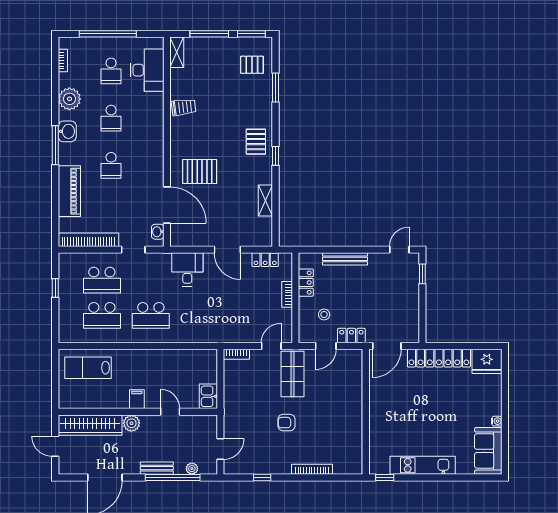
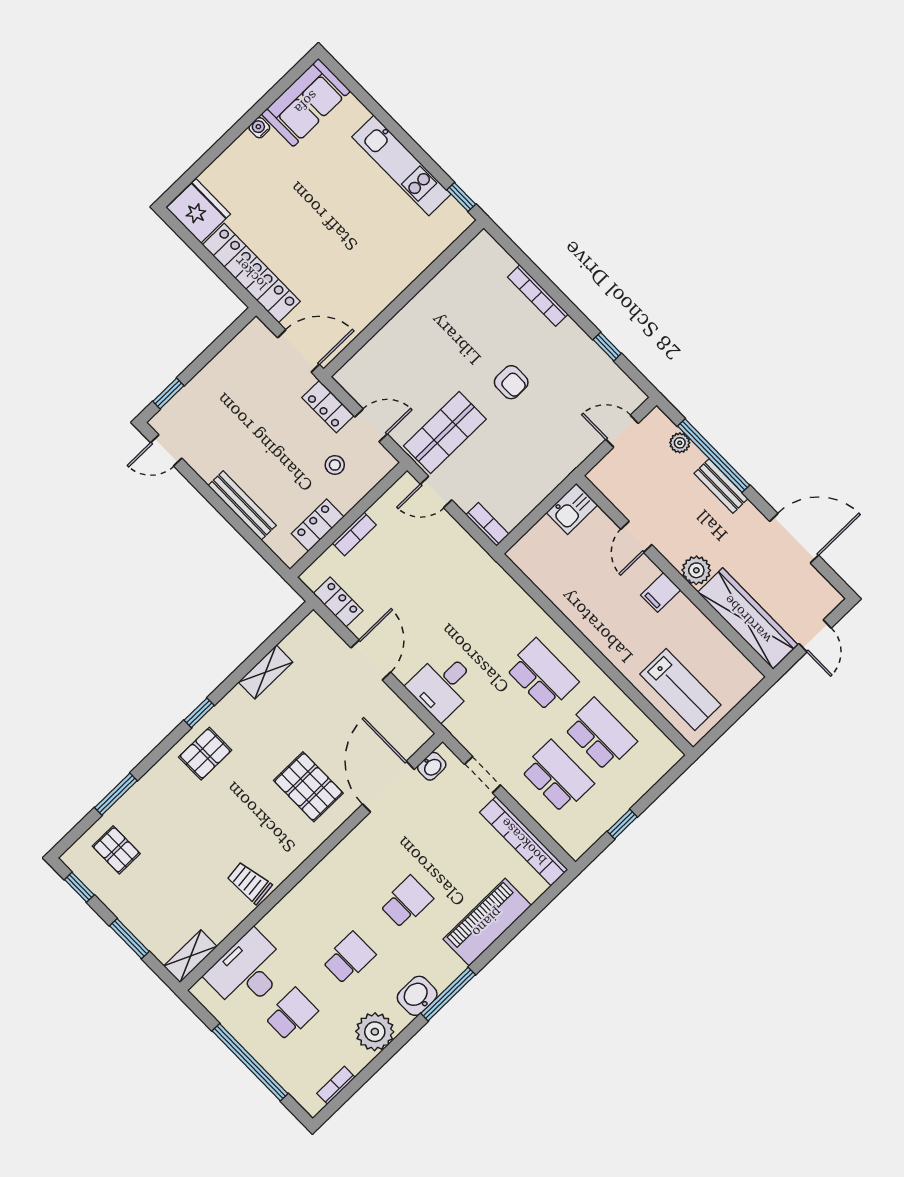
window: (209, 34) -> (129, 939), width x0.69
window: (251, 34) -> (79, 887), width x0.67

